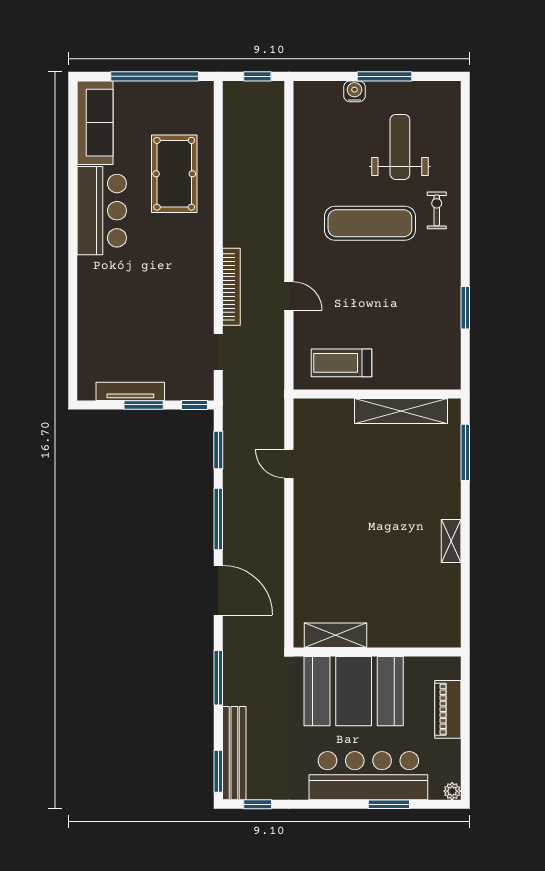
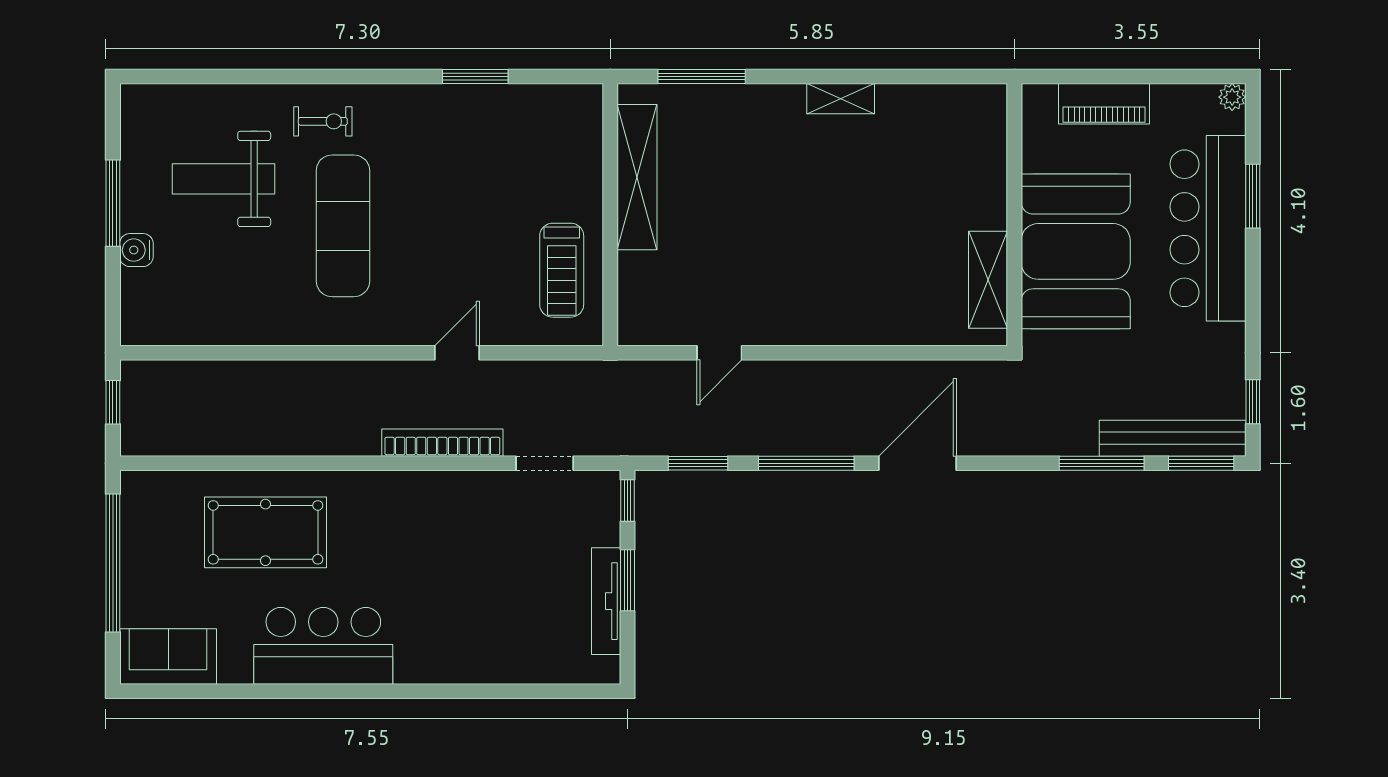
sofa: (95, 123) -> (168, 656), width x0.73
exercise bike: (437, 210) -> (323, 121), turned 180
window: (218, 678) -> (1102, 463), moved

